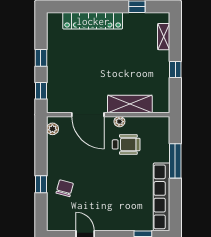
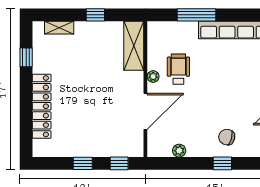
shelving: (130, 104) -> (134, 46), moved
plant: (52, 129) -> (179, 151), moved

